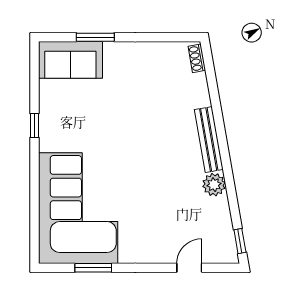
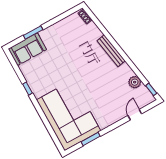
plant: (214, 185) -> (135, 82), moved

